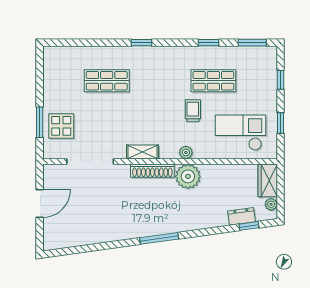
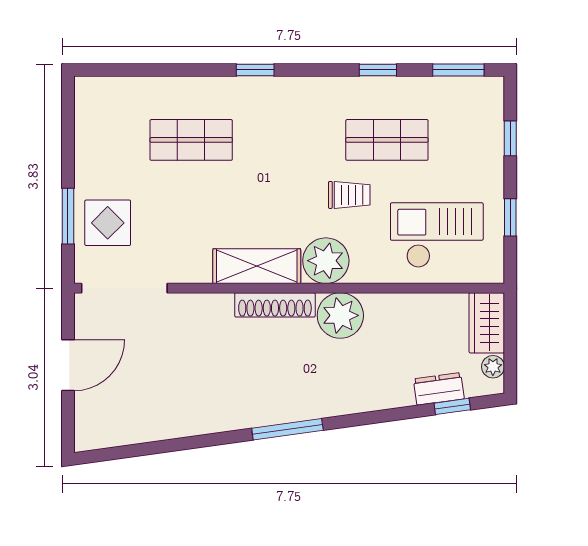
trolley: (193, 111) -> (349, 195), turned 90
shelving: (142, 152) -> (257, 266), width x1.50, depth x1.33
plant: (186, 152) -> (326, 261), width x1.87, depth x1.87
doorway: (90, 162) -> (124, 288), moved

